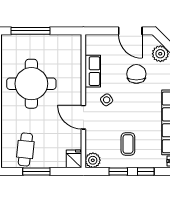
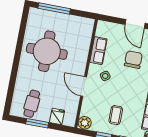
fridge: (74, 159) -> (57, 116), moved

